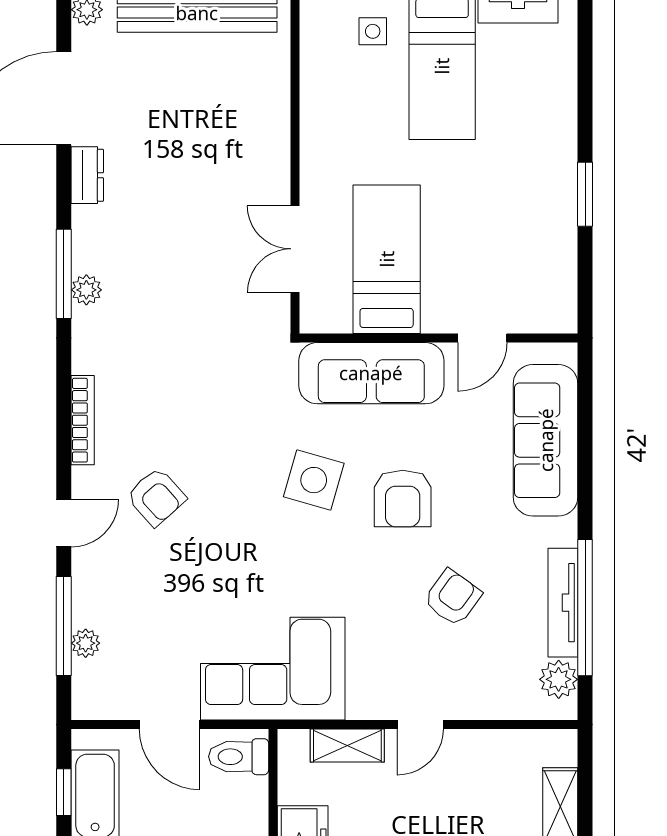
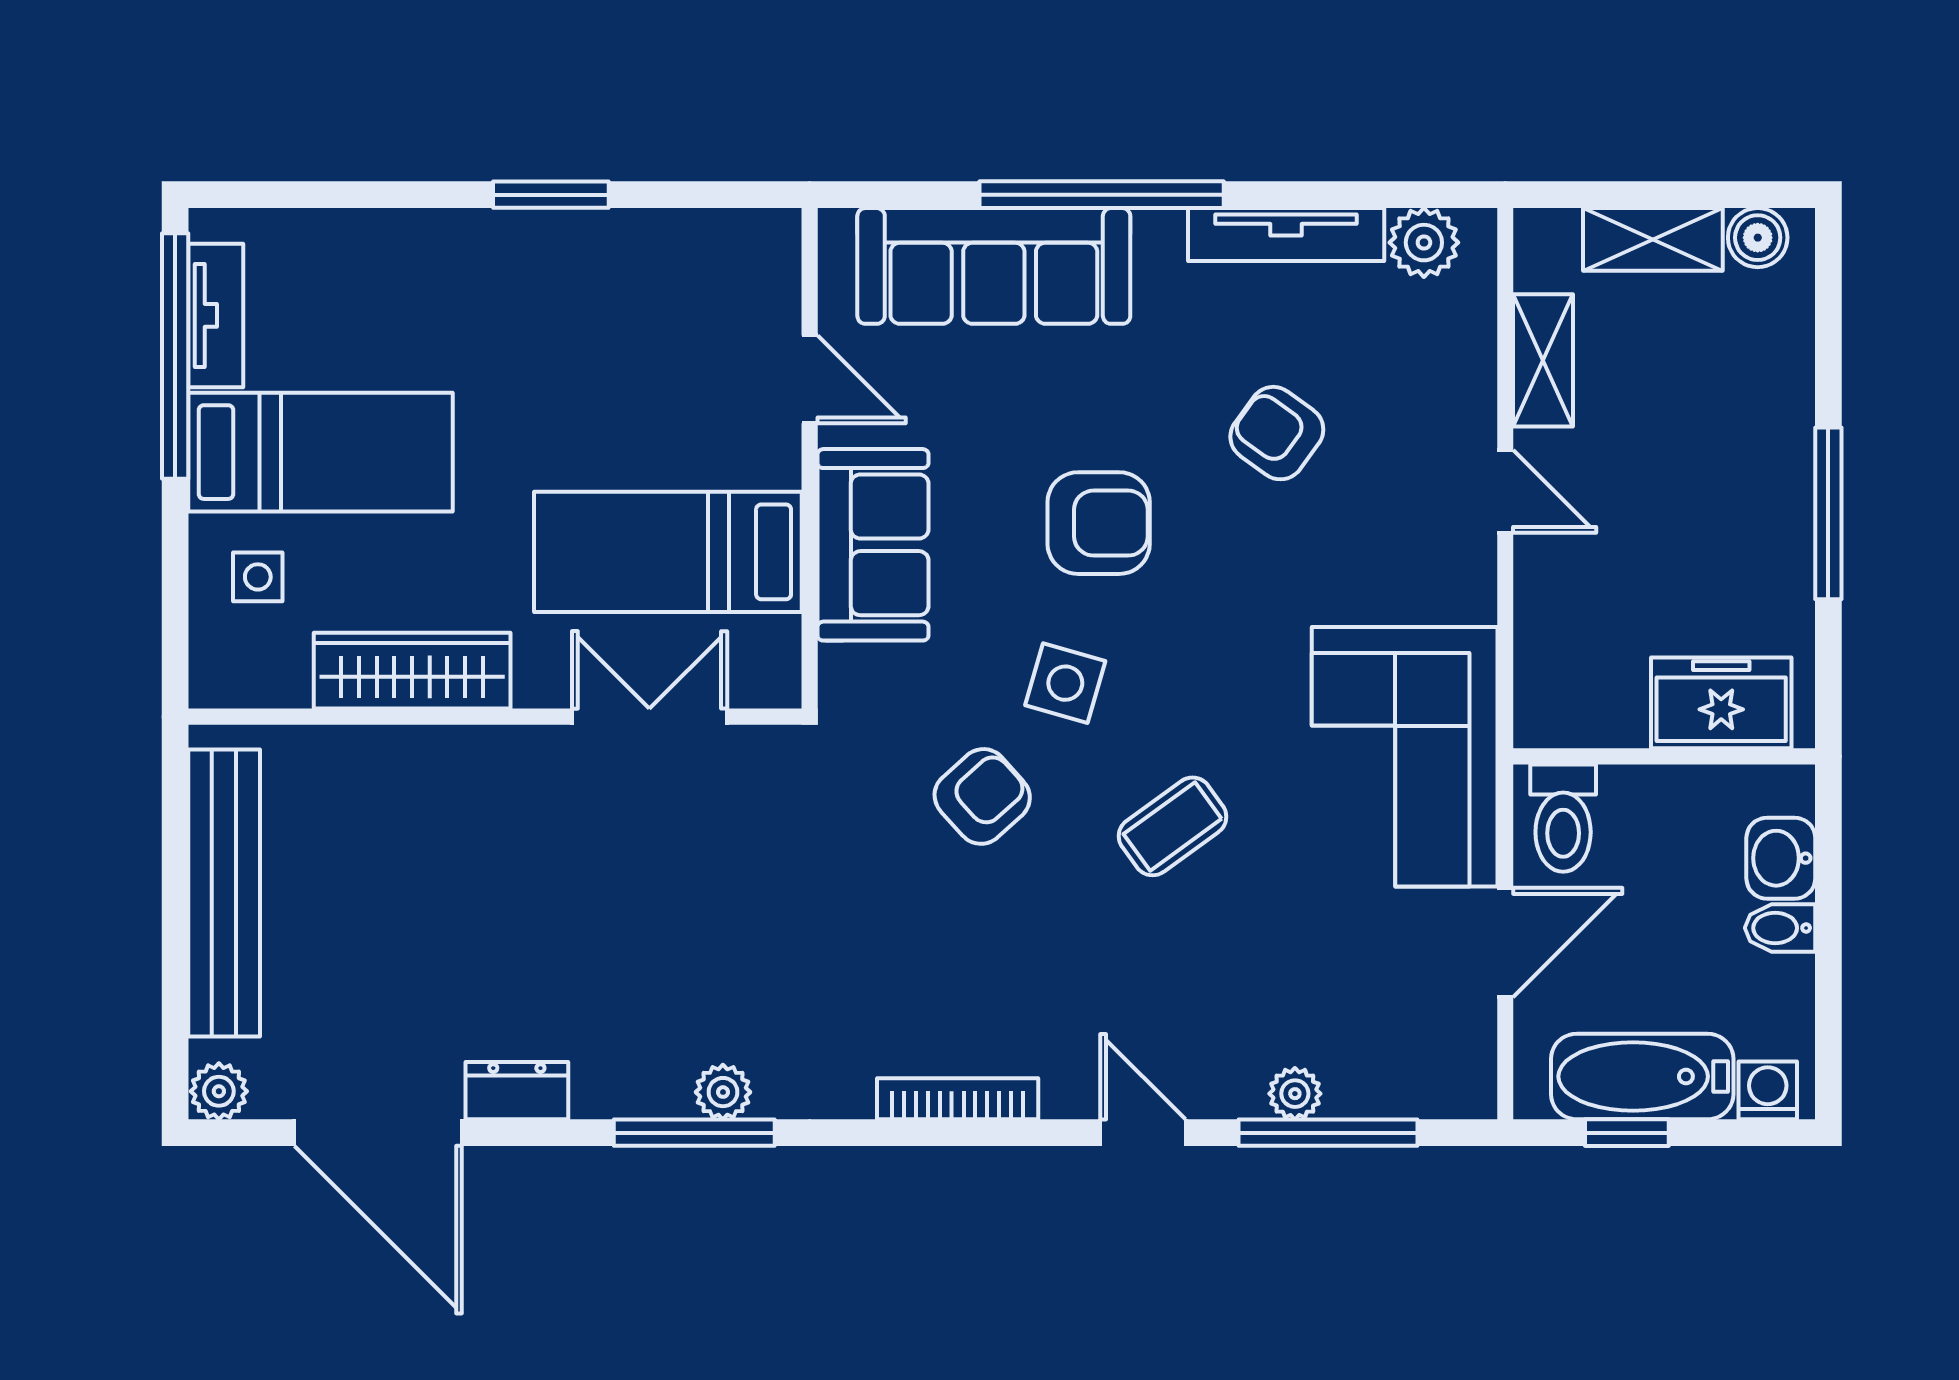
wardrobe: (321, 117) -> (412, 671), added
double door: (295, 249) -> (649, 717), swing flipped
sofa: (371, 373) -> (873, 545), width x0.73
side table: (314, 480) -> (1065, 683), width x0.73, depth x0.73
armchair: (156, 497) -> (982, 796), moved
coffee table: (234, 540) -> (1173, 826), added
window: (585, 608) -> (1102, 195), moved
plant: (86, 643) -> (1295, 1094), moved
shelving: (347, 745) -> (1543, 360), moved

